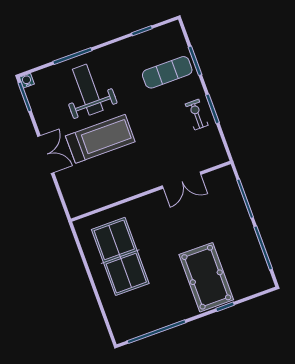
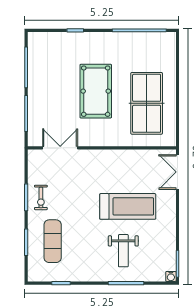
exercise mat: (167, 72) -> (53, 241), turned 90
weight bench: (88, 90) -> (123, 251), width x0.73, depth x0.75
treadmill: (100, 139) -> (128, 206), turned 180
double door: (46, 155) -> (177, 172), moved
double door: (182, 180) -> (60, 148), moved
pool table: (206, 277) -> (96, 91), moved

